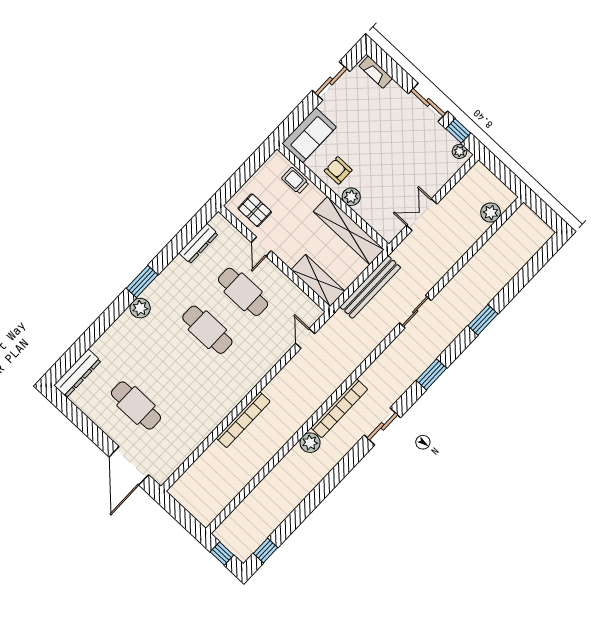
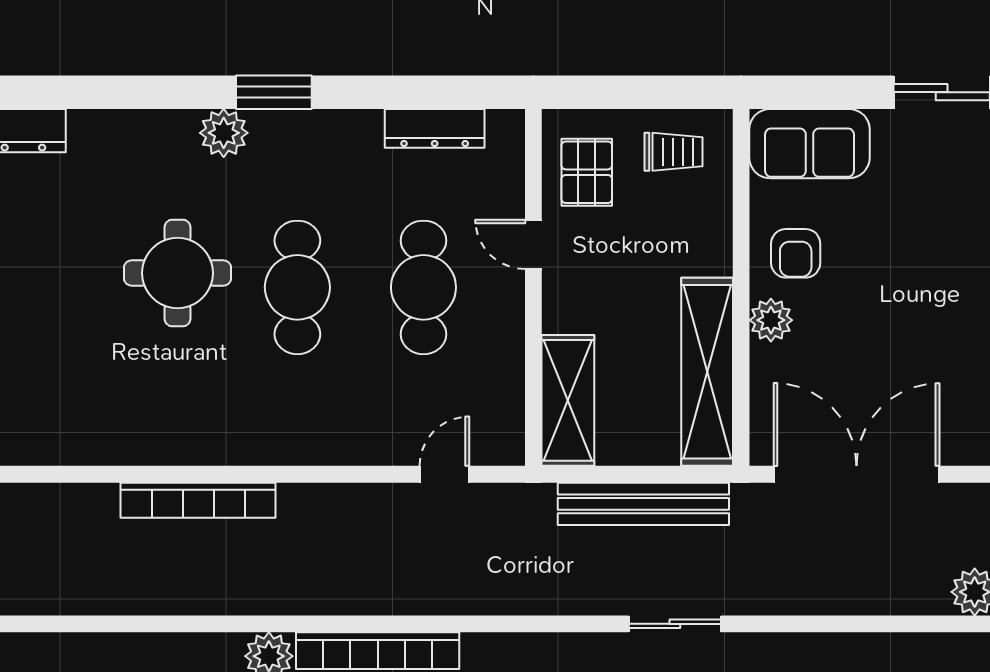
armchair: (338, 170) -> (796, 253), turned 180
trolley: (295, 181) -> (674, 152), moved, turned 90
double door: (422, 215) -> (857, 474), width x1.87
door: (261, 247) -> (533, 244), hinge flipped
round table: (169, 362) -> (177, 273), added
cafe table: (136, 405) -> (45, 287), removed

